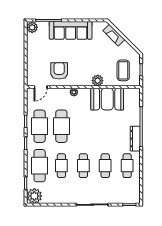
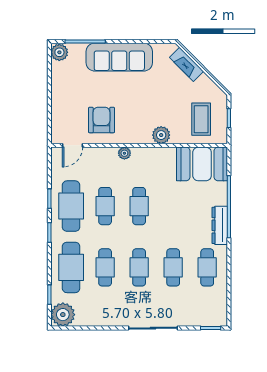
booth: (107, 99) -> (202, 164), moved
cafe table: (61, 126) -> (105, 206), width x0.73, depth x0.74
cafe table: (83, 126) -> (139, 206), added

